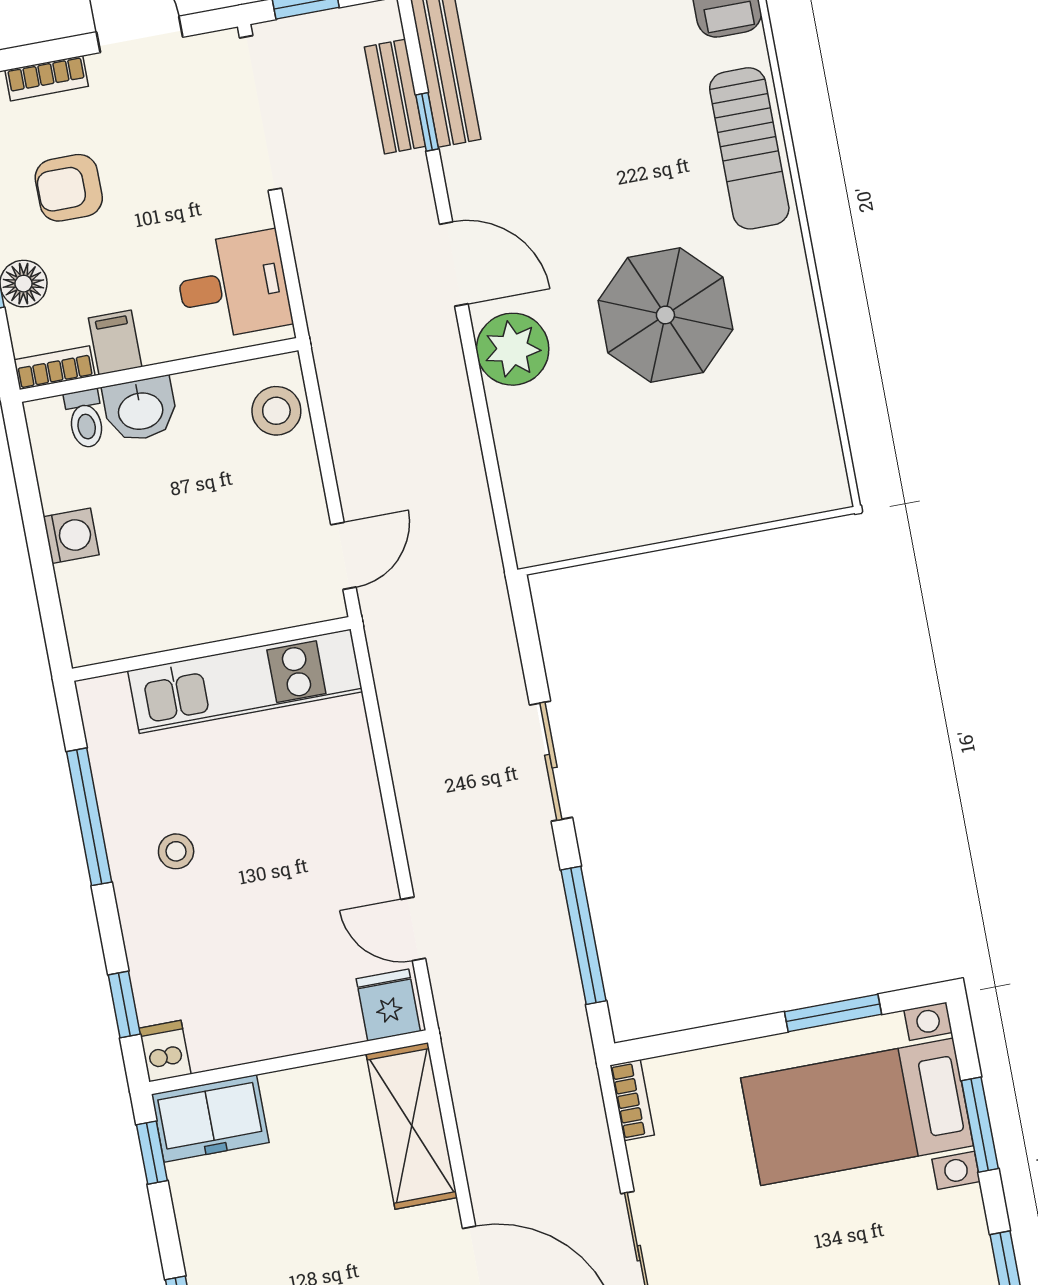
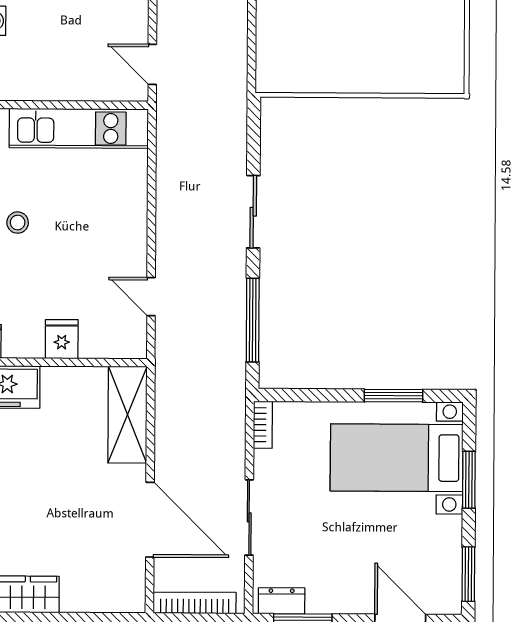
door: (343, 556) -> (152, 64), swing flipped
fridge: (388, 1005) -> (62, 339), moved

